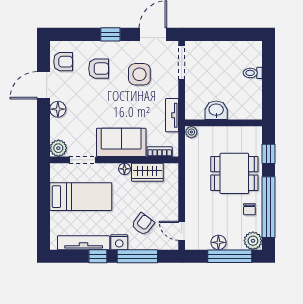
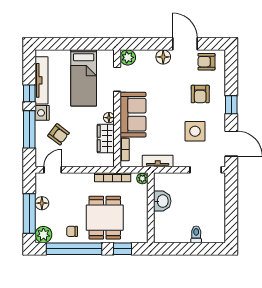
armchair: (63, 62) -> (206, 62), turned 90
bookcase: (190, 165) -> (113, 177), added

